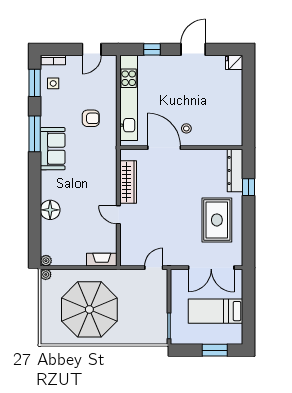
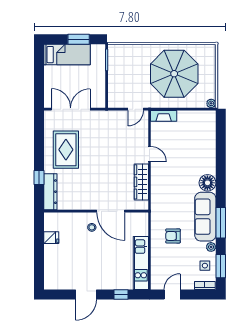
fridge: (234, 62) -> (51, 238), moved
kitchen unit: (129, 98) -> (141, 263), width x0.73
sofa: (53, 149) -> (205, 217), width x1.36
floor lamp: (50, 210) -> (207, 183), moved
plant: (46, 261) -> (211, 247), moved
door: (154, 268) -> (136, 109), moved
bed: (215, 311) -> (67, 55), moved
window: (215, 350) -> (79, 39), moved

